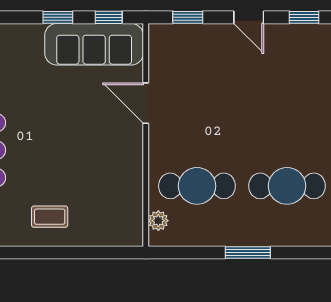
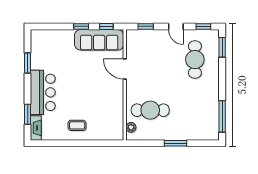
cafe table: (287, 186) -> (195, 60), moved, turned 90

